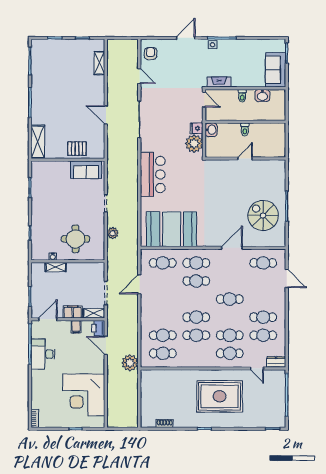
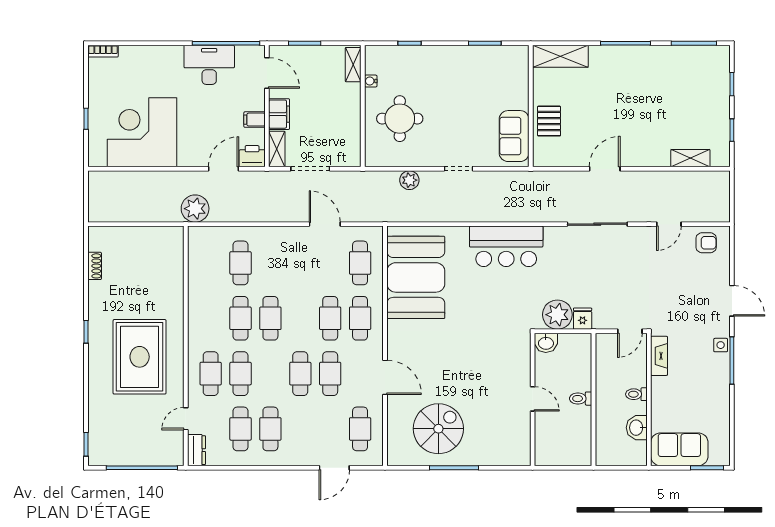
washbasin: (211, 130) -> (546, 343), moved
shelving: (56, 267) -> (353, 65), moved
cafe table: (163, 353) -> (330, 374), moved

